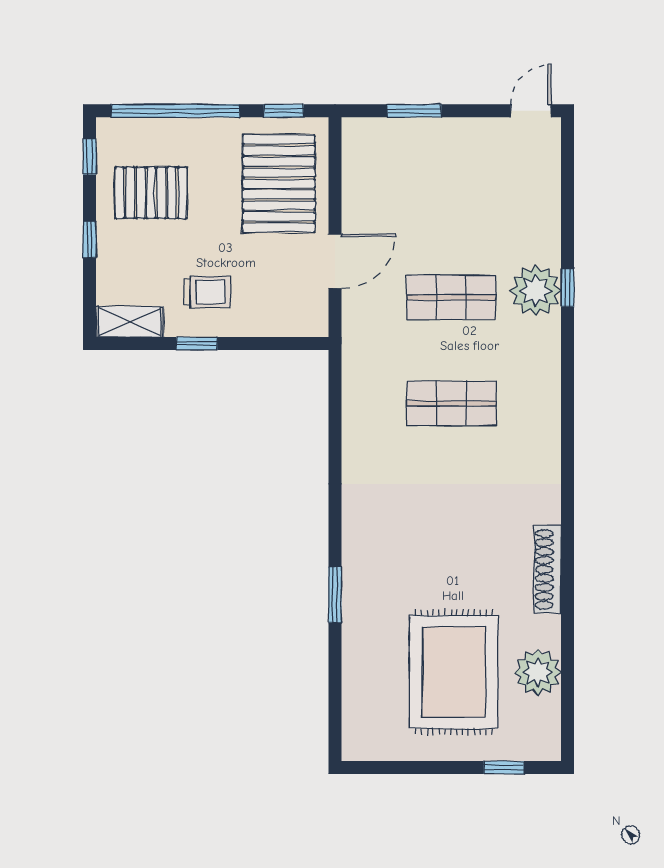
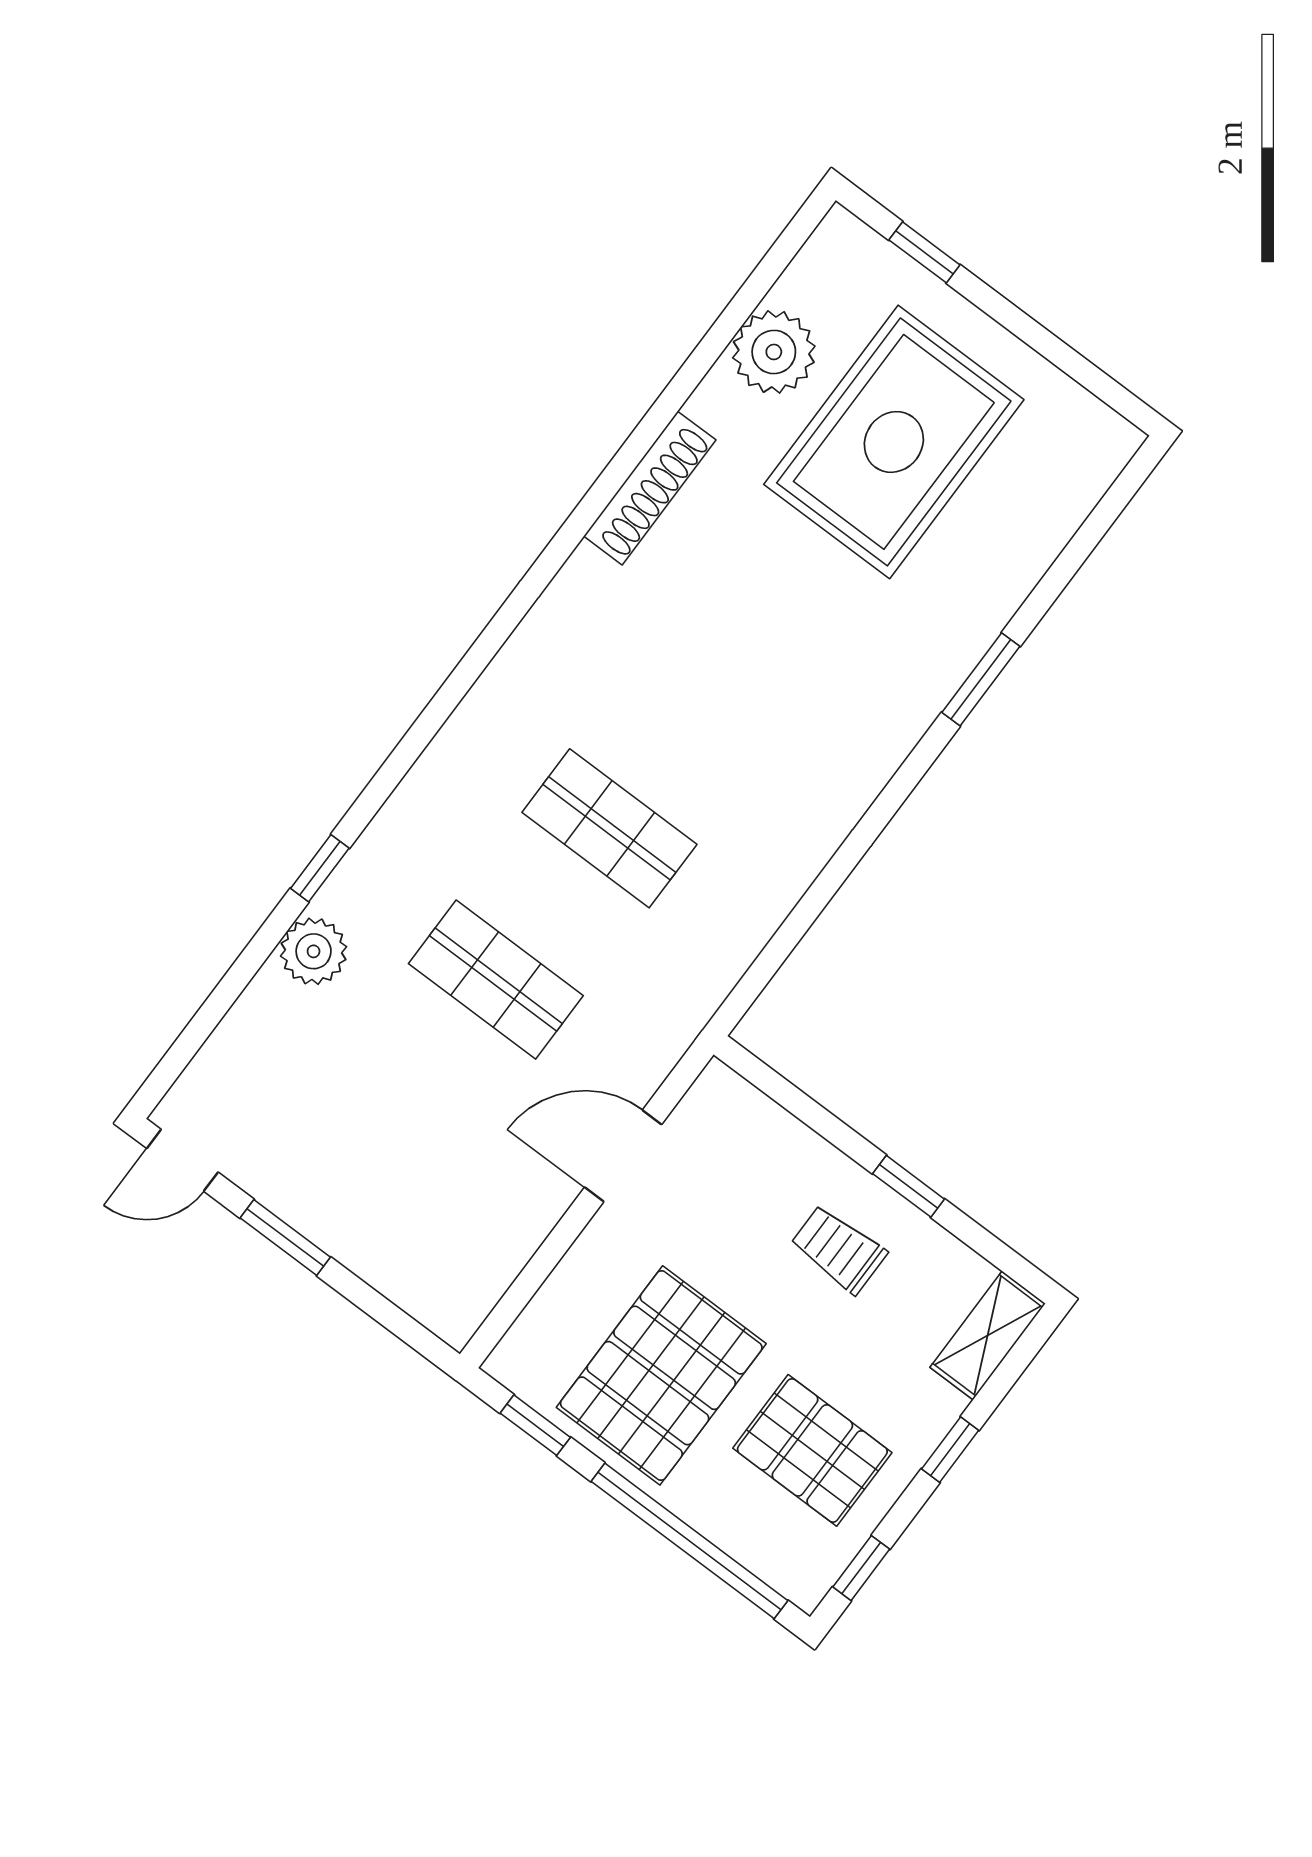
window: (414, 111) -> (285, 1238), moved
pallet: (279, 184) -> (661, 1375), moved
plant: (536, 291) -> (314, 951), moved, width x0.73, depth x0.73
shelving: (130, 322) -> (988, 1335), moved, turned 90

